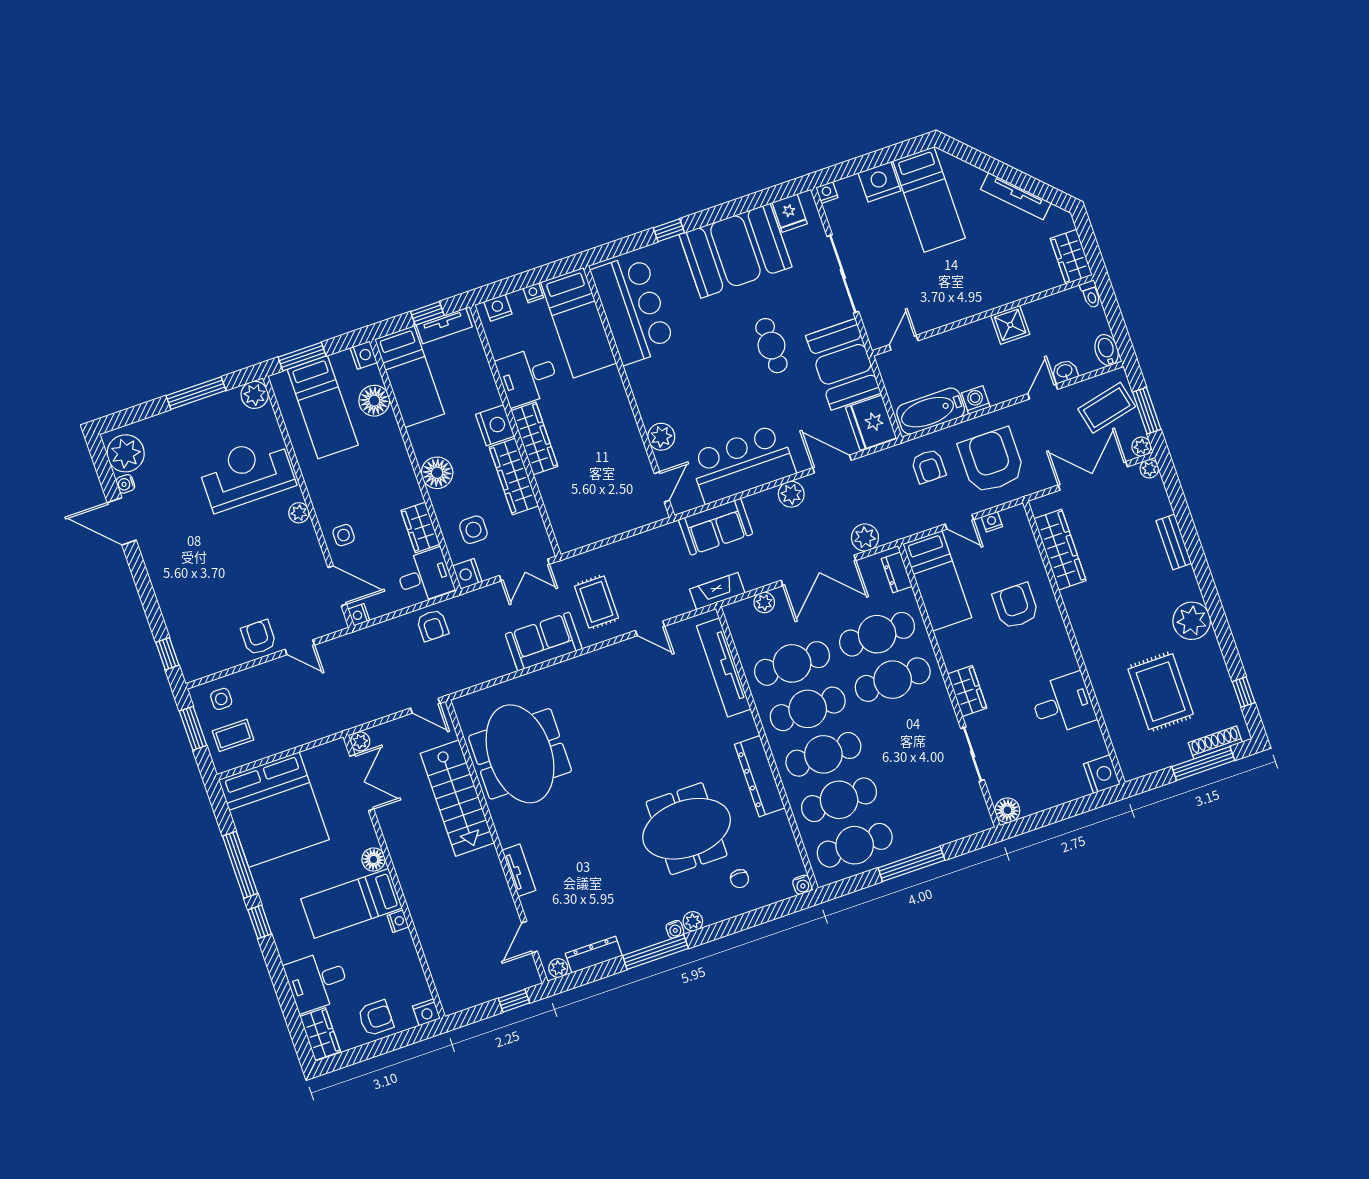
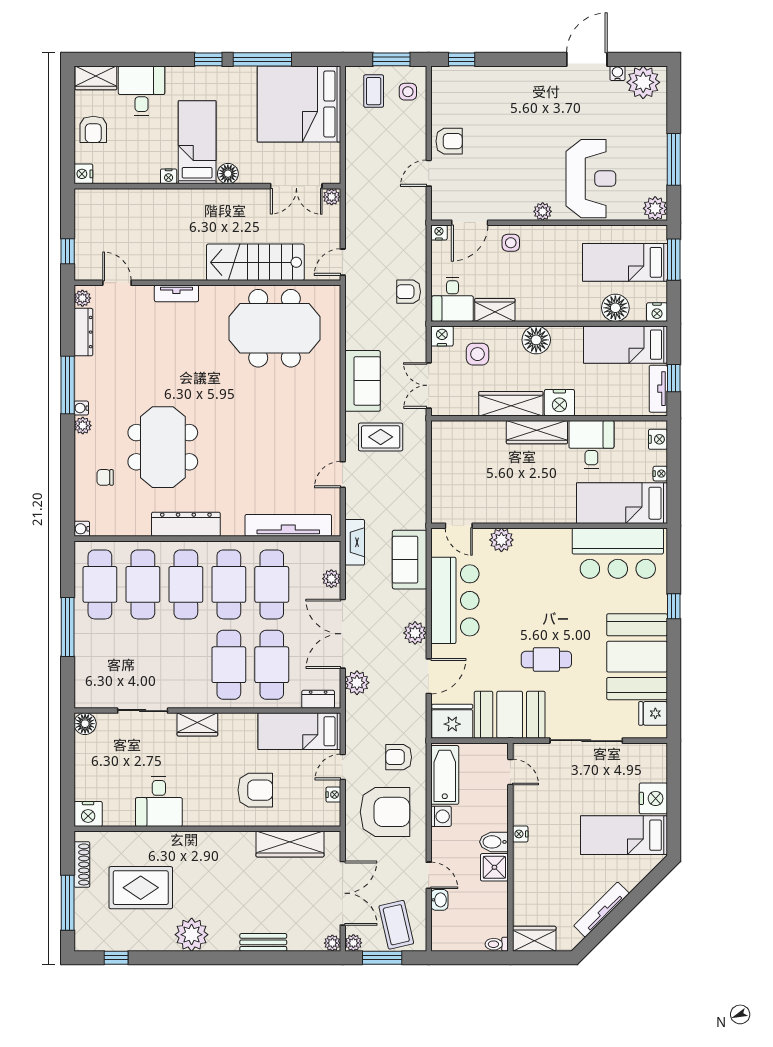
nightstand: (827, 193) -> (520, 834), moved, turned 180
bidet: (1107, 350) -> (494, 842), moved, turned 180
shoe rack: (1215, 742) -> (82, 864), moved

